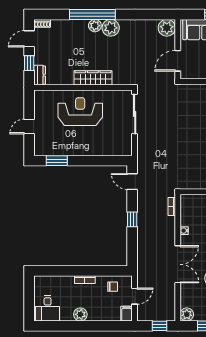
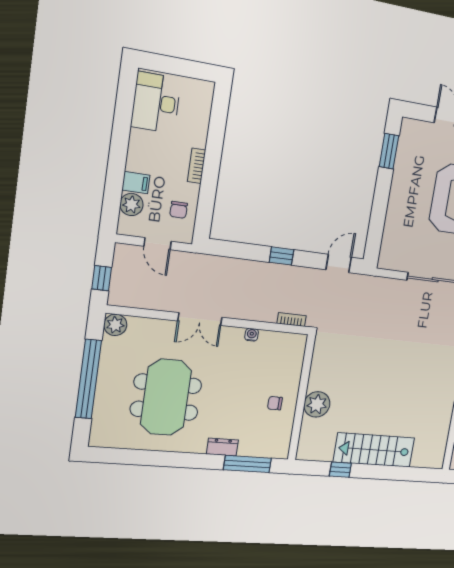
double door: (178, 264) -> (200, 319), width x0.73
desk: (48, 308) -> (156, 103), width x1.37
plant: (80, 314) -> (131, 204), moved
filing cabinet: (127, 314) -> (136, 183), moved

